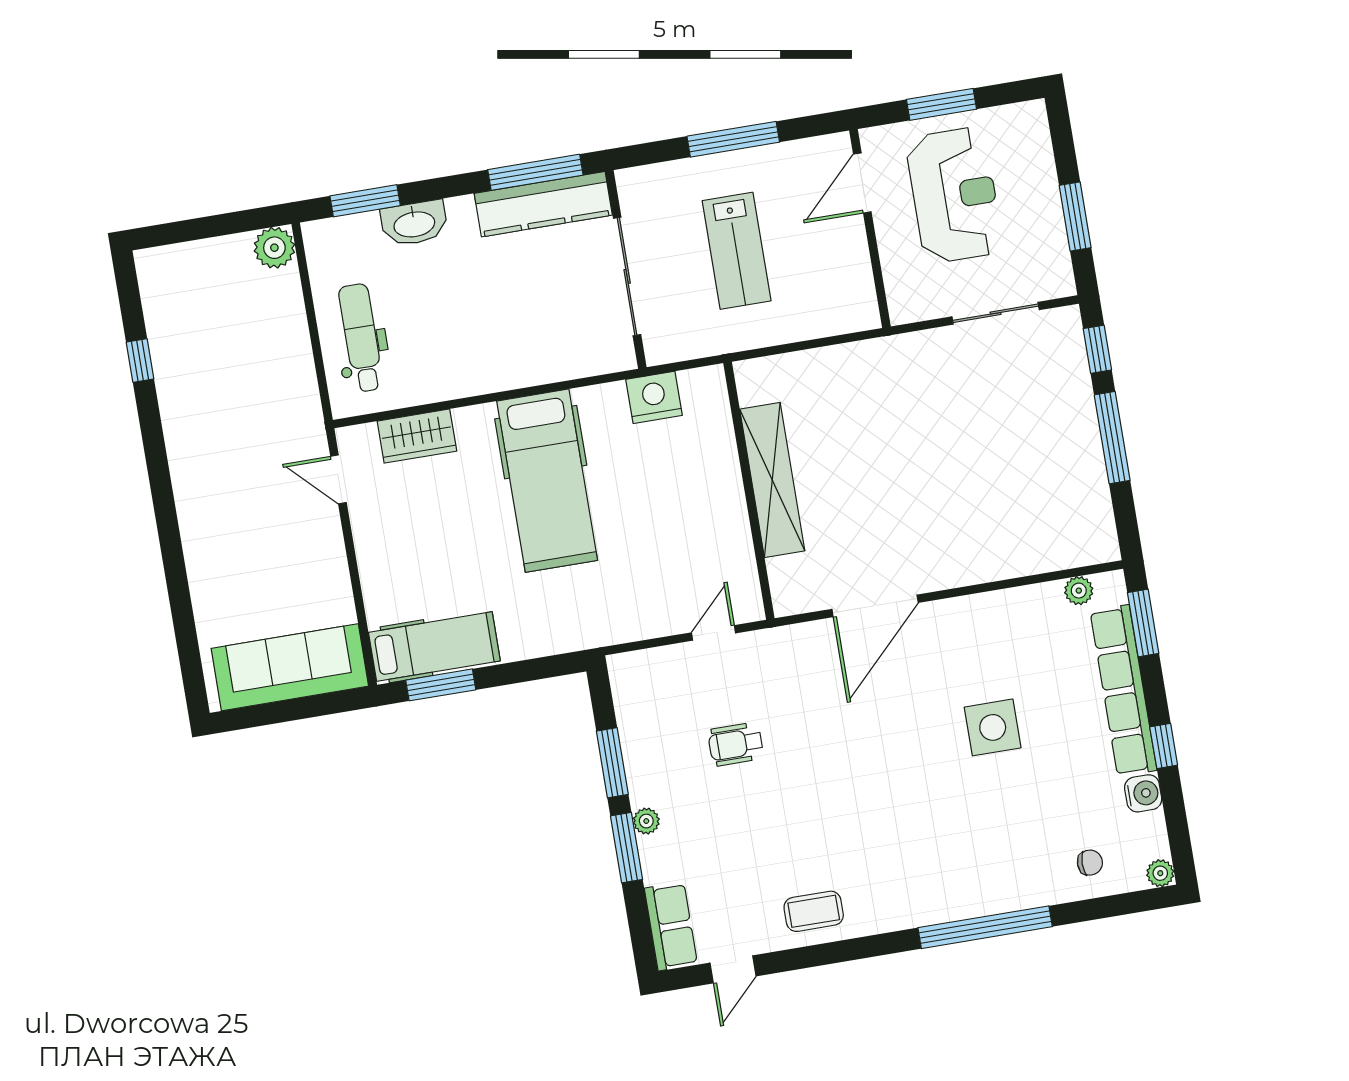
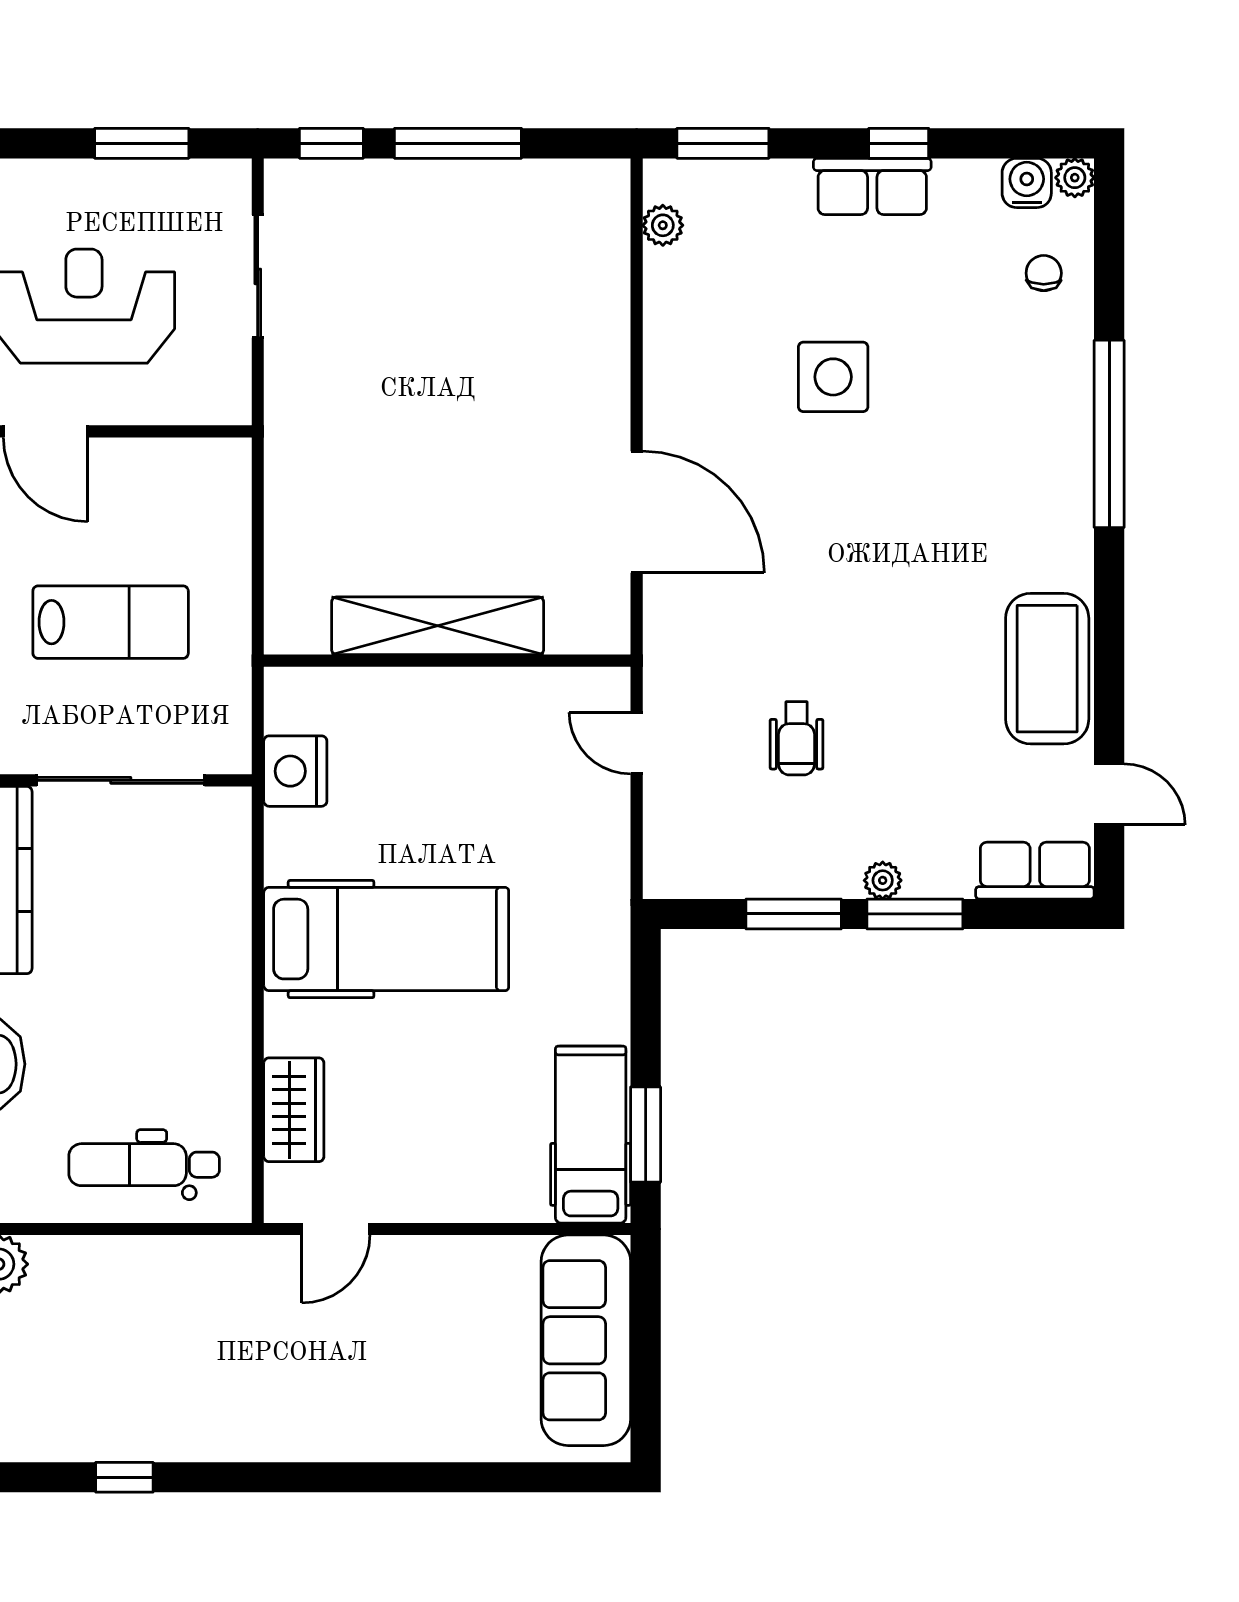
row of seats: (1123, 691) -> (872, 186), width x0.50
water cooler: (1143, 793) -> (1027, 183), moved
coffee table: (814, 911) -> (1047, 669), width x1.86, depth x1.72

